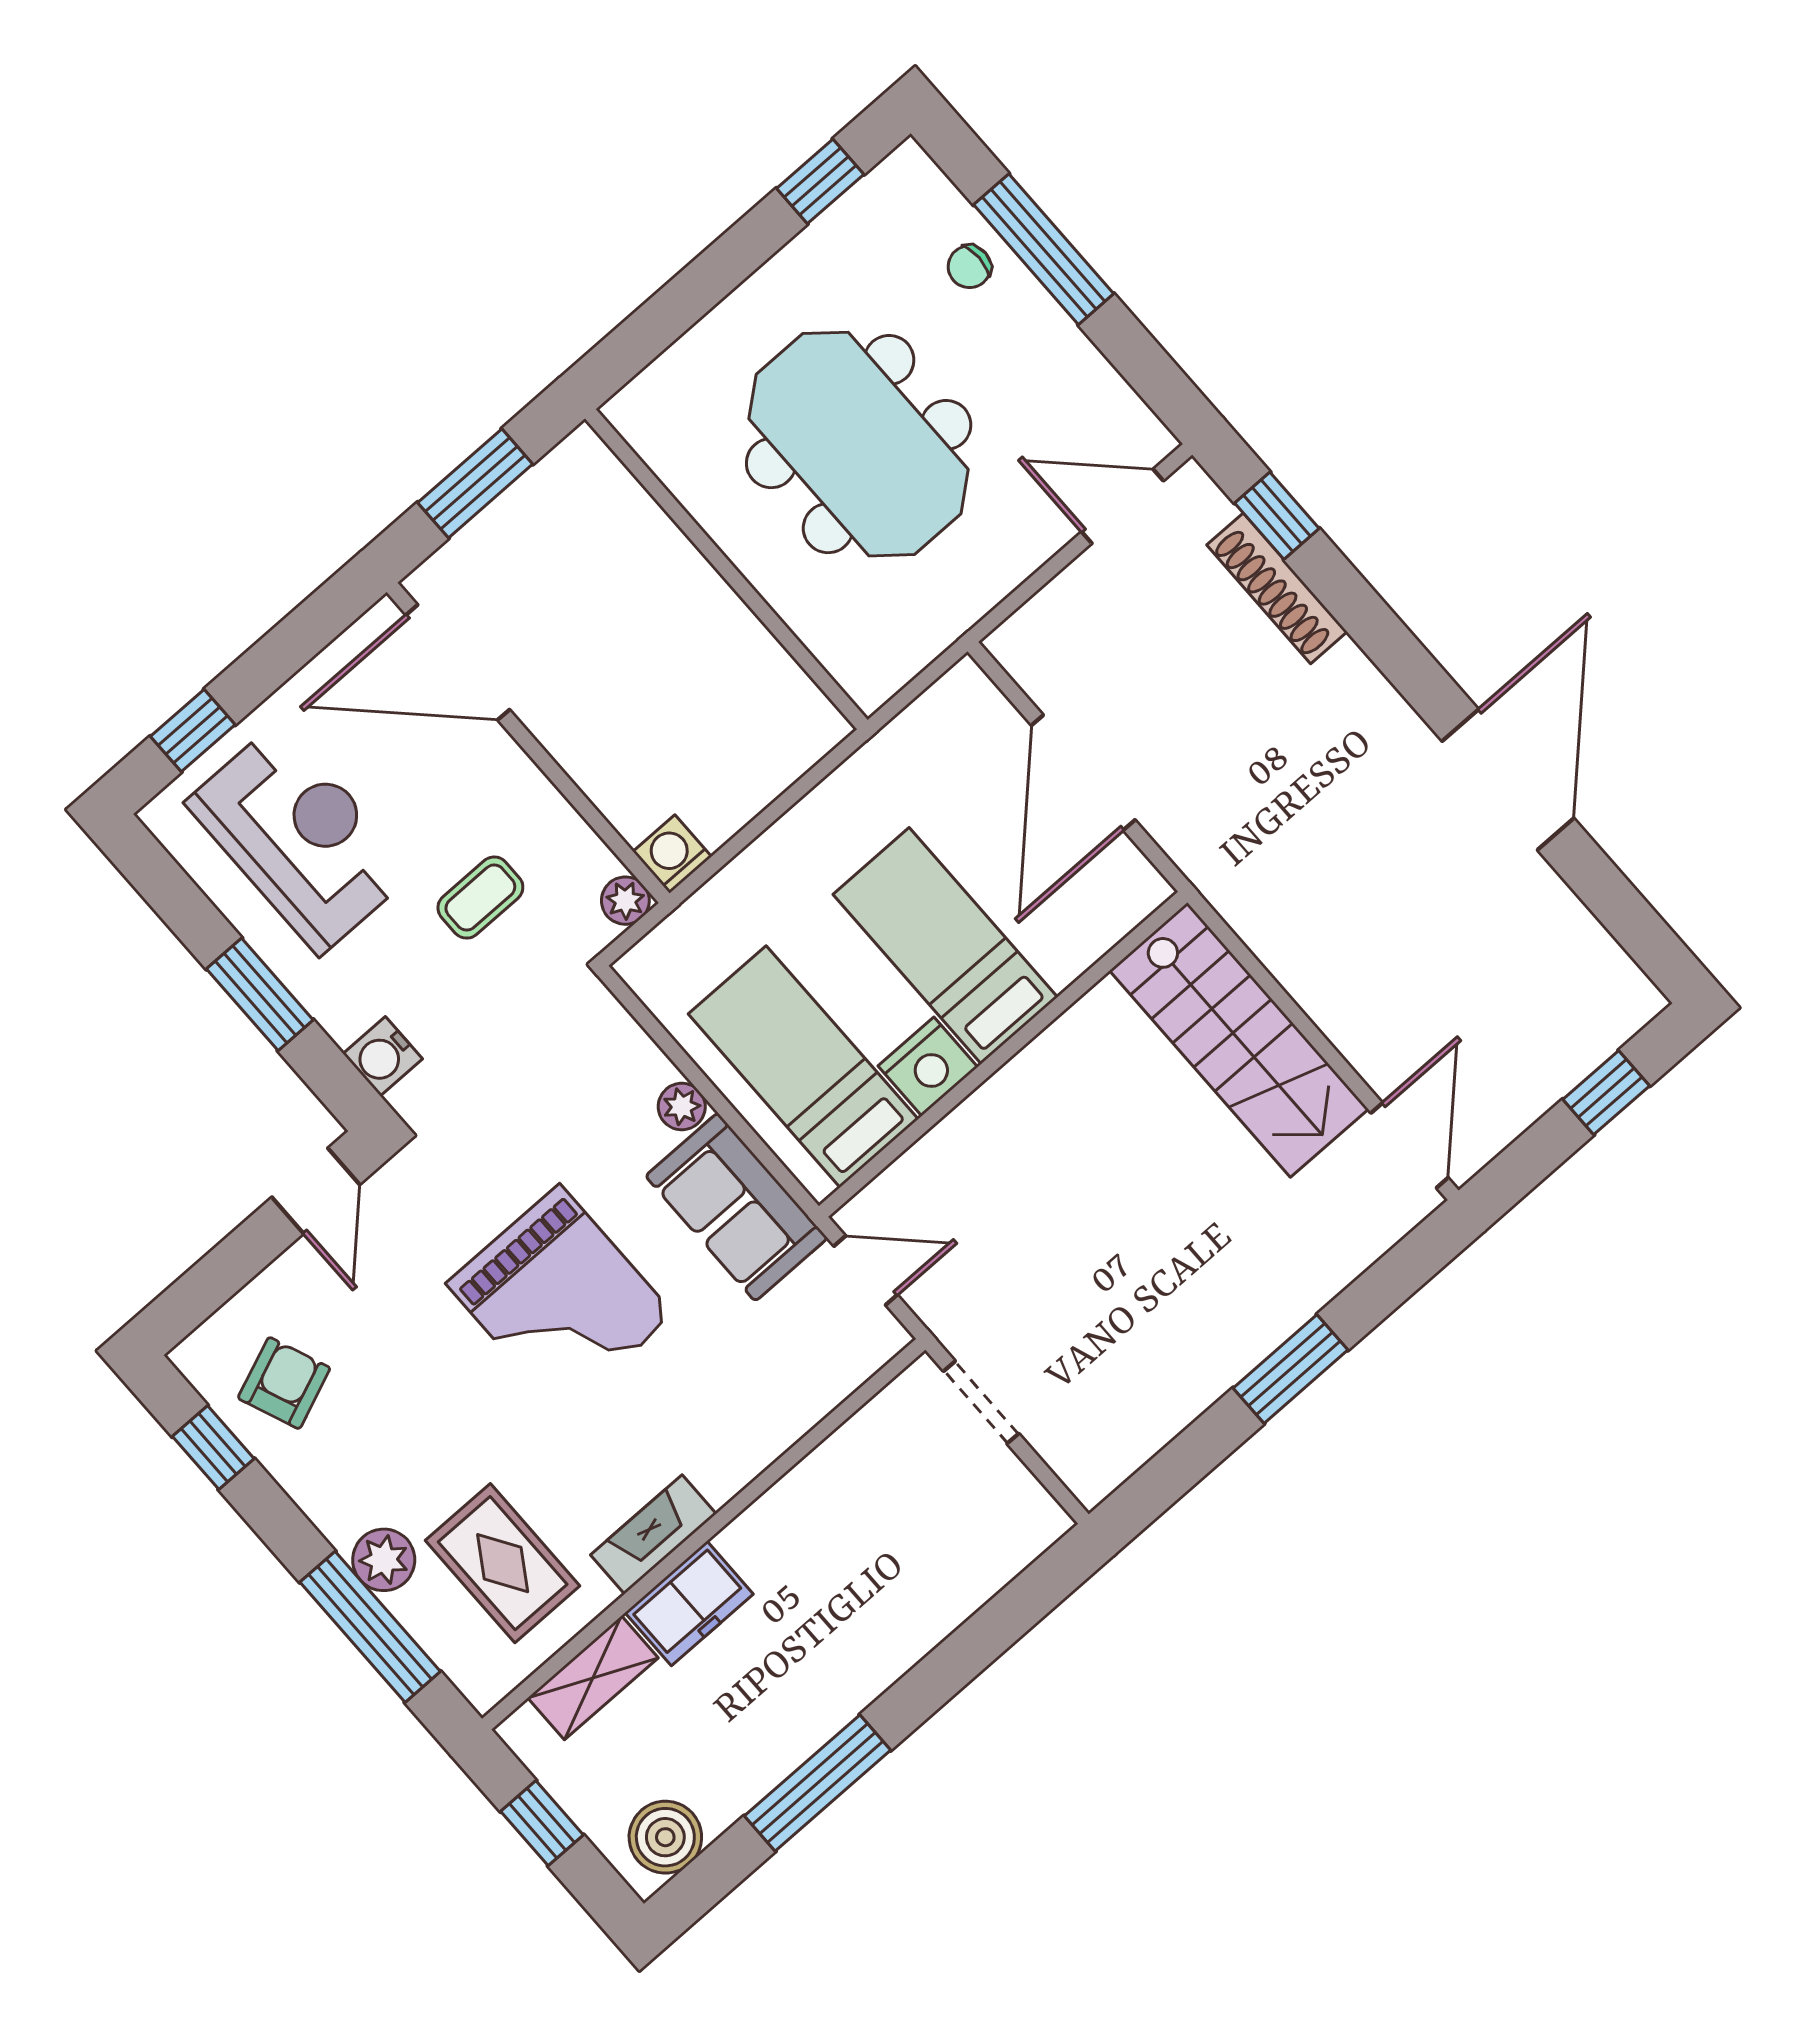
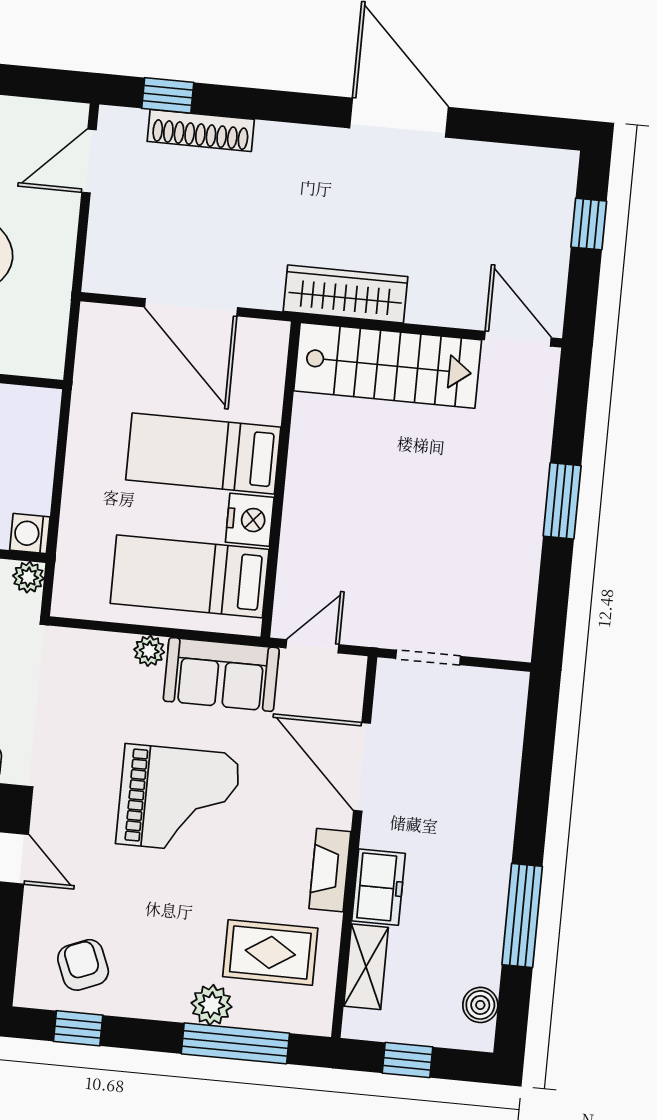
wardrobe: (1267, 918) -> (345, 294), added
door: (795, 1454) -> (362, 767), added
boiler: (665, 1837) -> (480, 1005), width x0.73, depth x0.73

